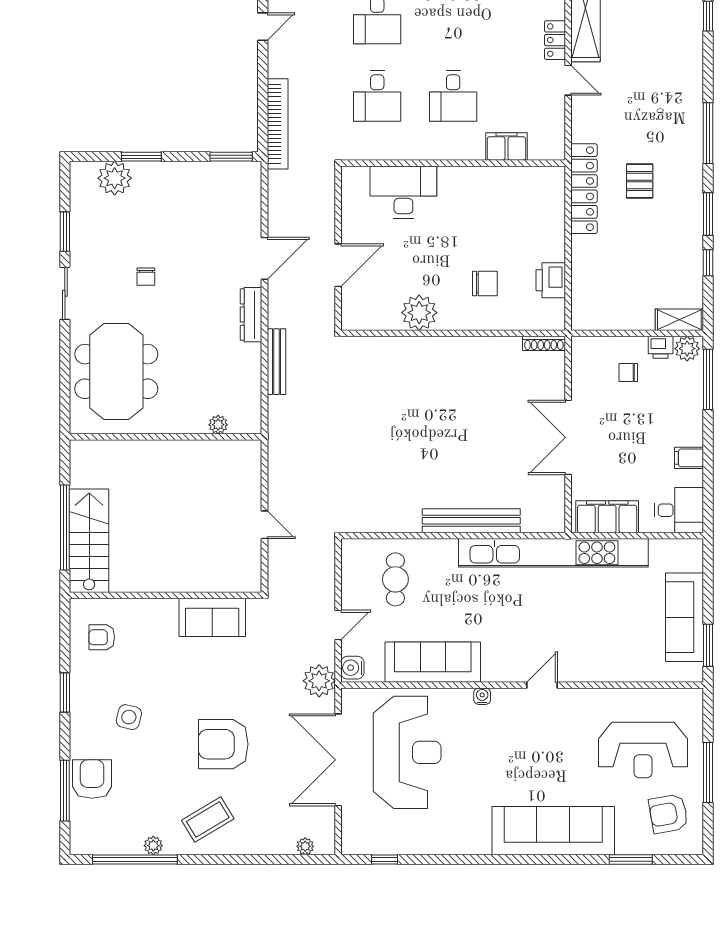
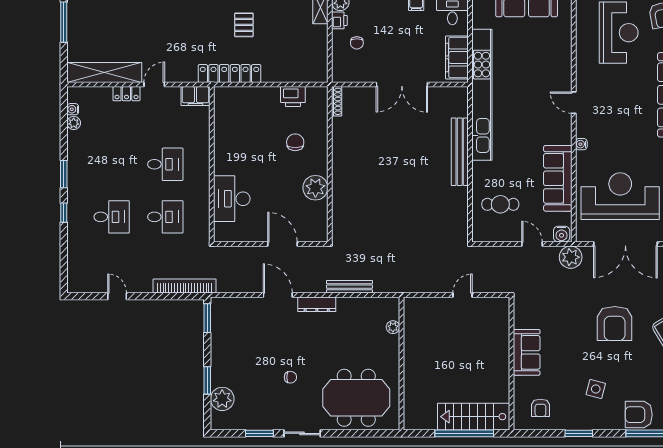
filing cabinet: (506, 147) -> (195, 96), moved, turned -90
pallet: (640, 181) -> (244, 25), moved, turned 90
sofa: (212, 617) -> (527, 352), moved

